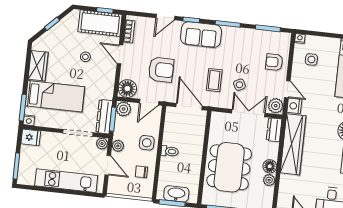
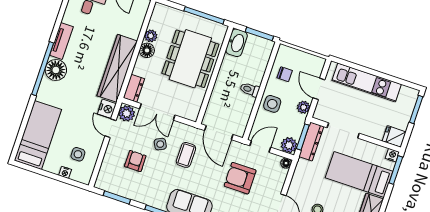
nightstand: (300, 39) -> (65, 172), moved
armchair: (274, 62) -> (135, 161), moved, turned -90
floor lamp: (127, 89) -> (286, 163), width x0.53, depth x0.53
plant: (102, 144) -> (320, 113), removed
washbasin: (176, 194) -> (237, 43), moved, turned -90

